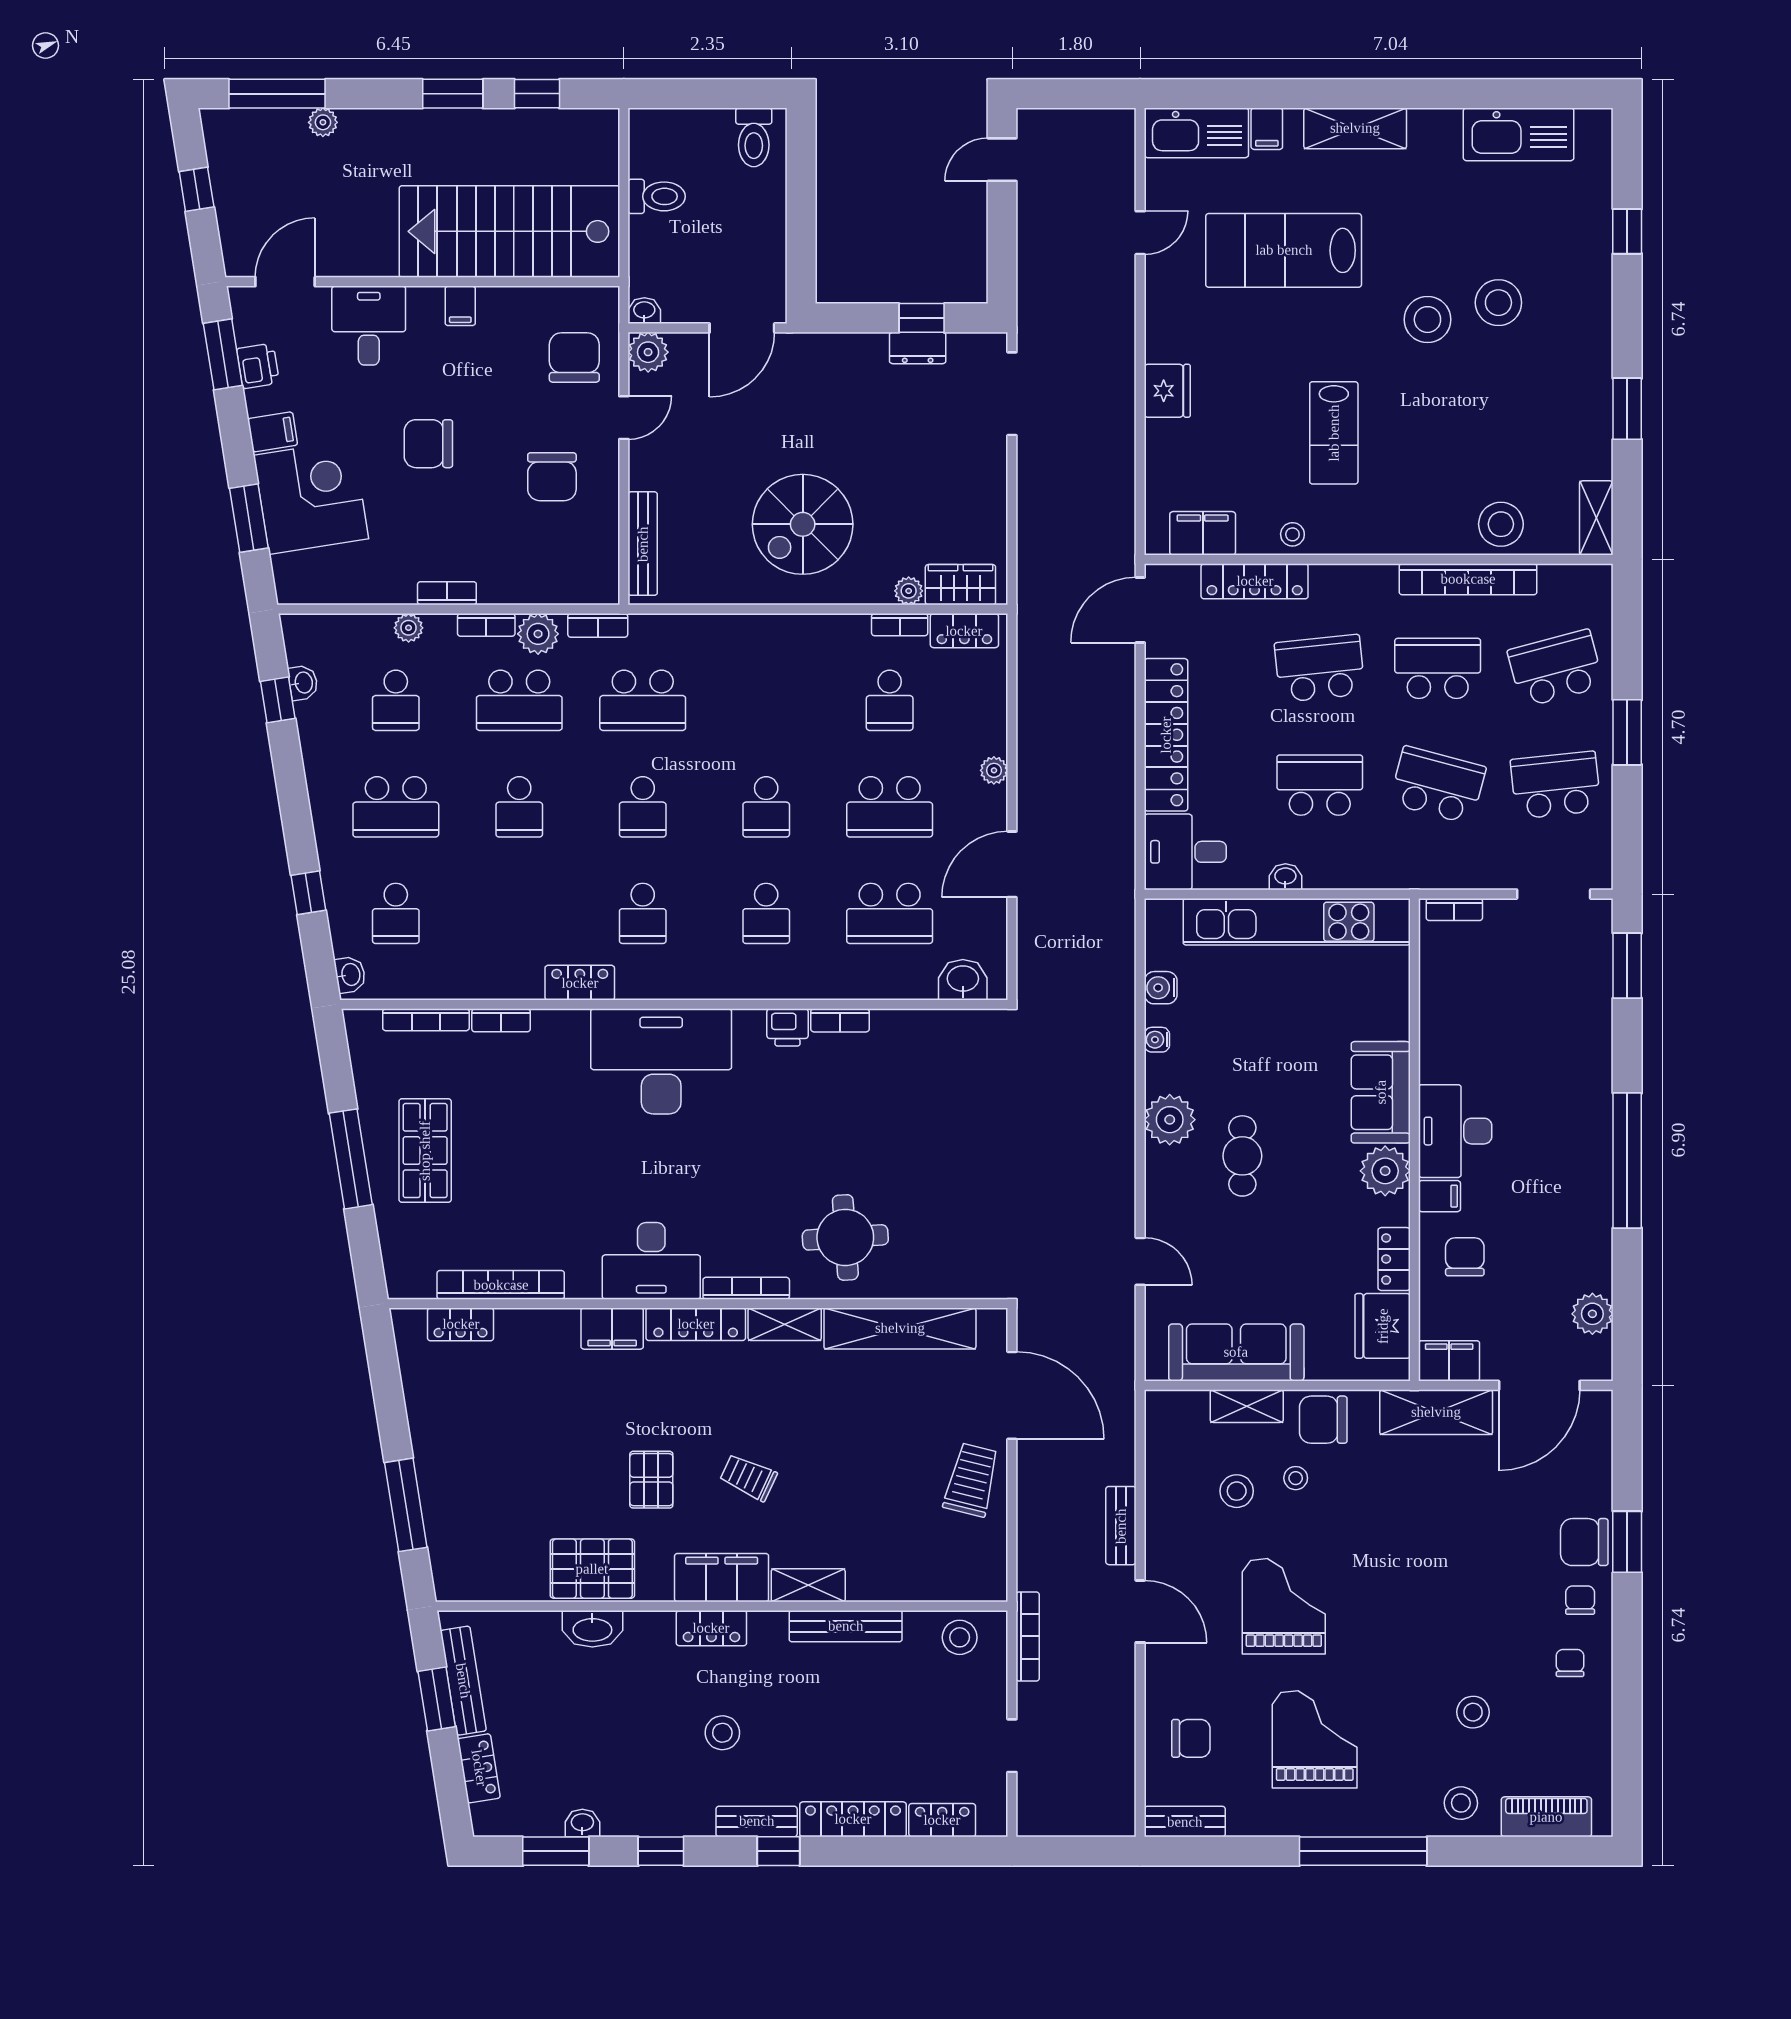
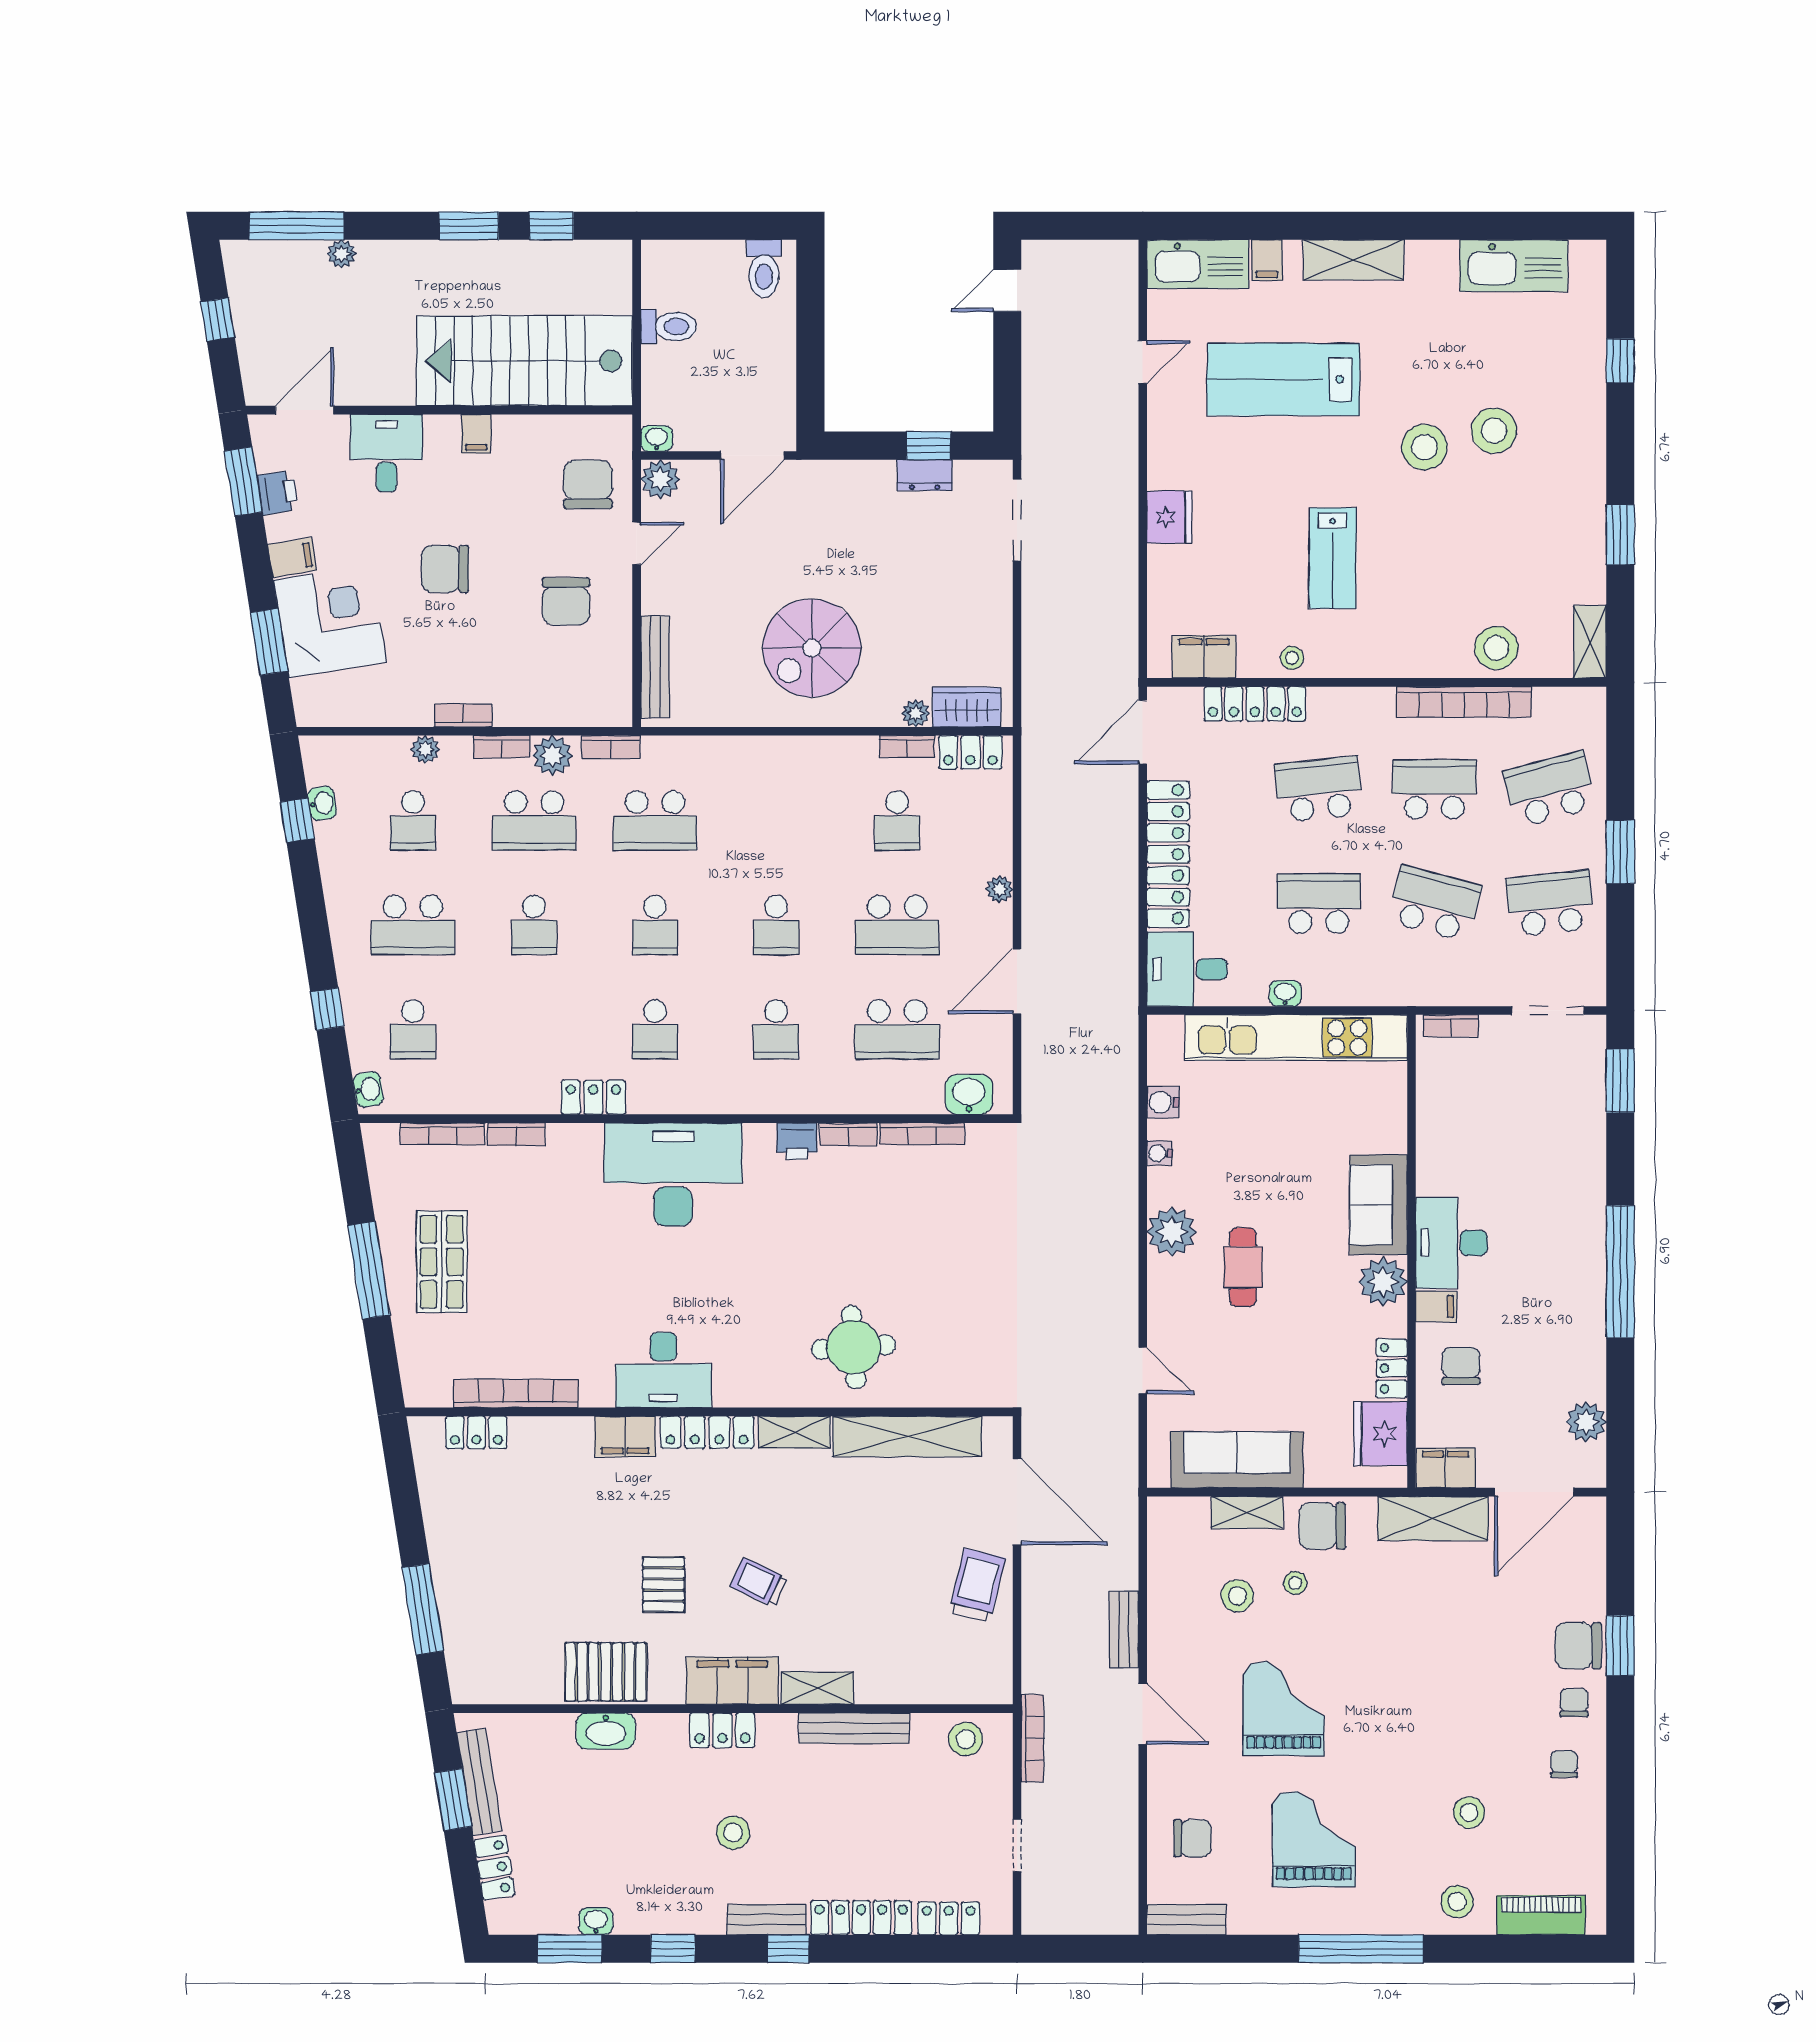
bookcase: (746, 1288) -> (922, 1134), moved, turned 180

